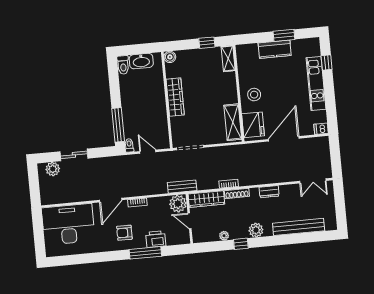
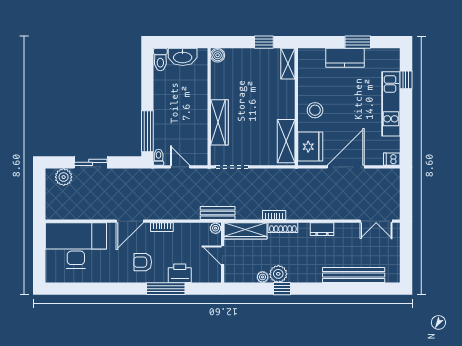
wardrobe: (175, 97) -> (219, 122), moved
plant: (178, 204) -> (216, 228), width x0.53, depth x0.53
plant: (256, 230) -> (278, 274), moved

